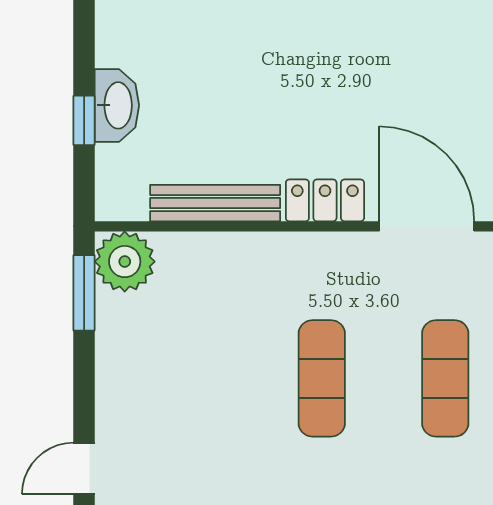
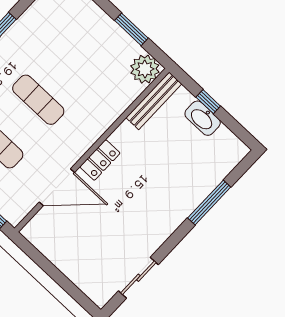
bench: (215, 203) -> (154, 101), moved
window: (84, 293) -> (131, 29), moved

